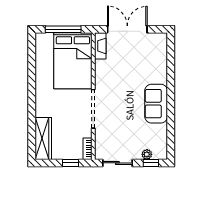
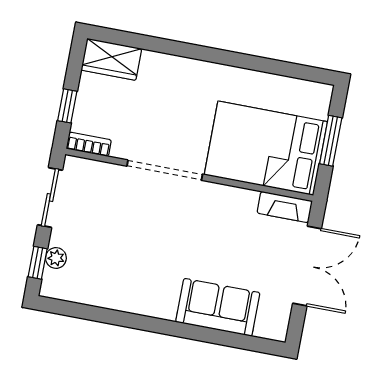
window: (63, 29) -> (331, 141), width x0.69
sofa: (156, 104) -> (218, 307), moved
wardrobe: (43, 139) -> (111, 59), width x0.67

